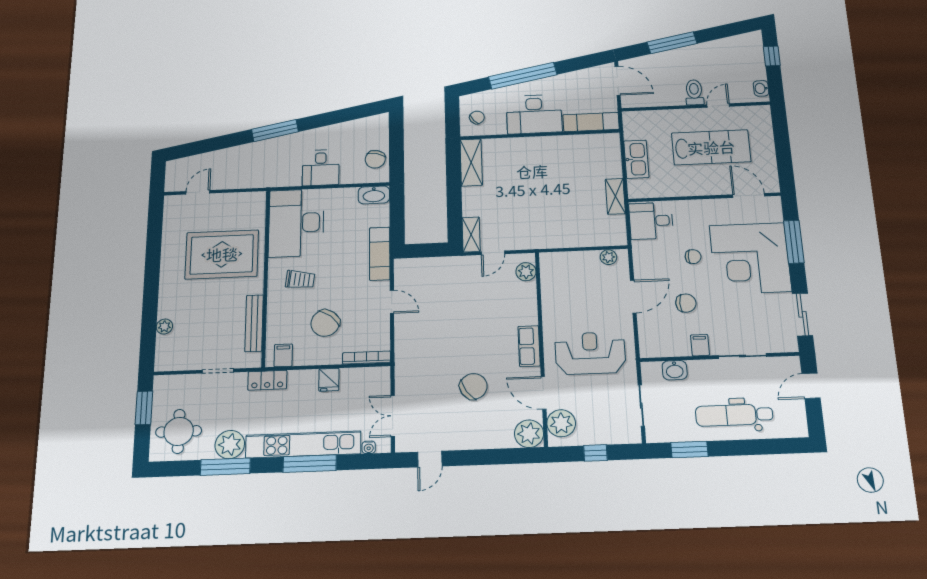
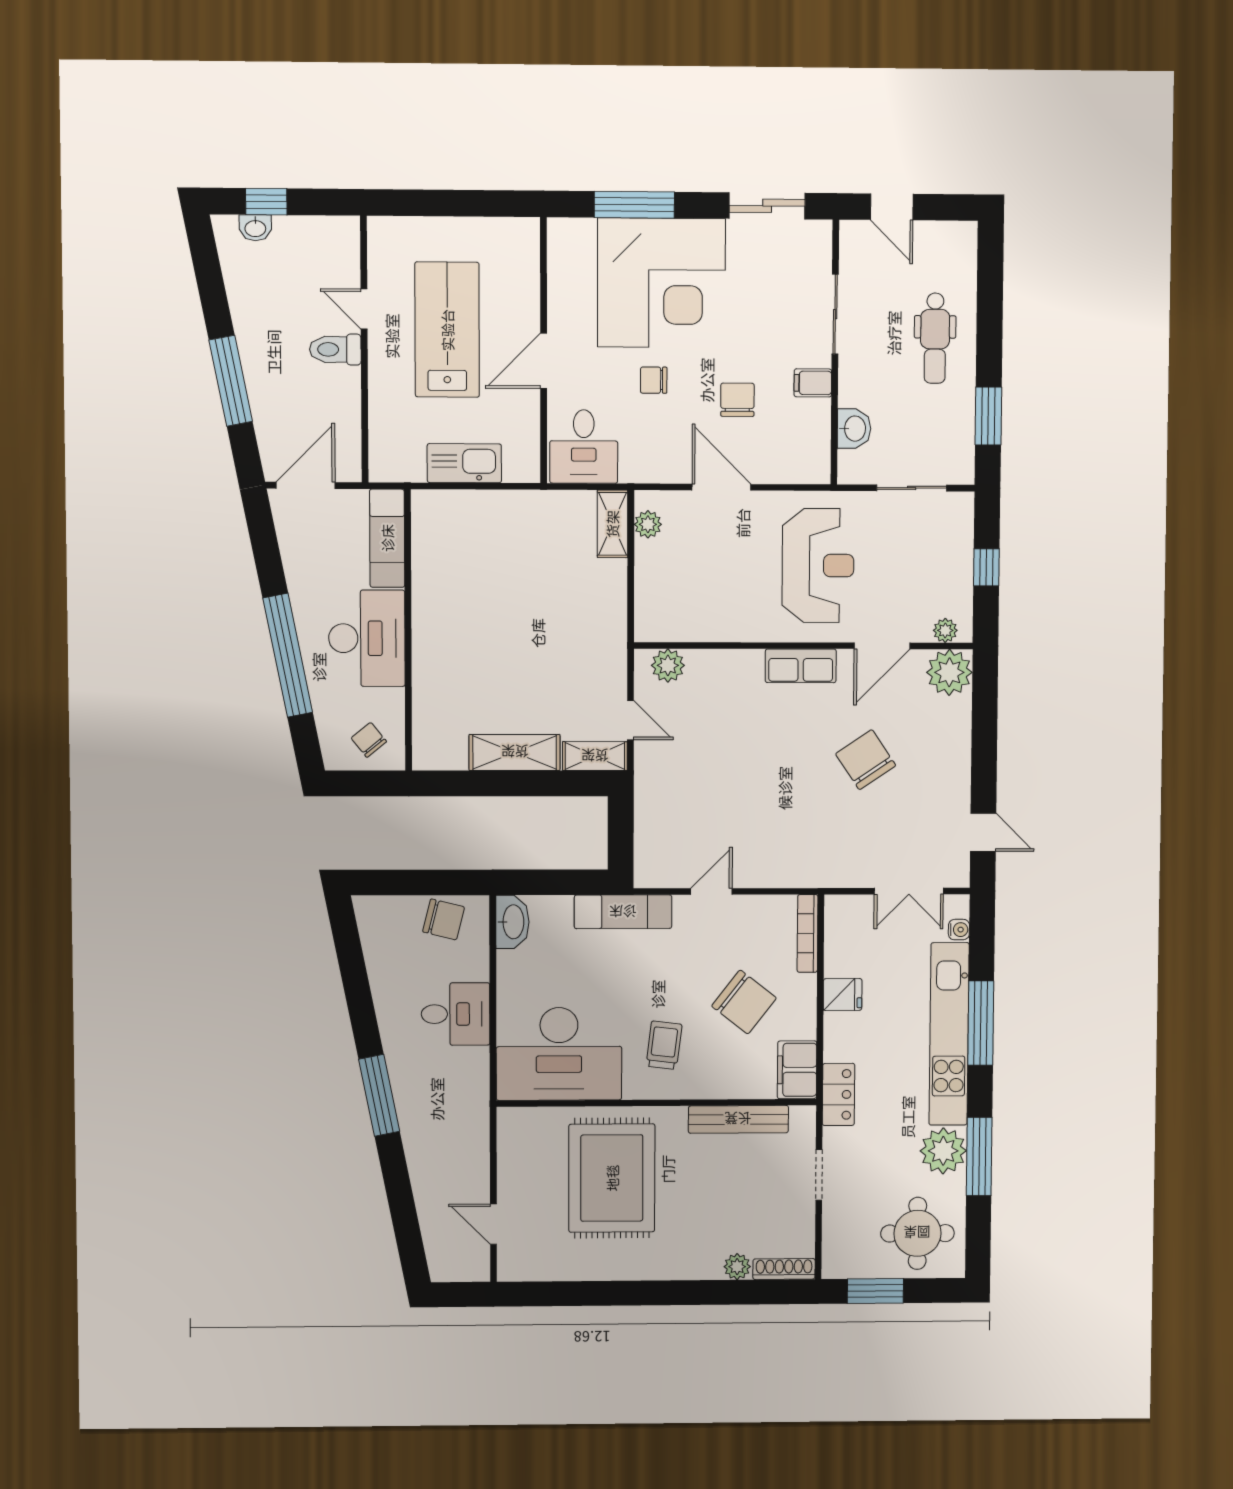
washbasin: (761, 88) -> (255, 228), moved
shelving: (471, 162) -> (515, 752), moved
door: (749, 195) -> (544, 361), moved
shelving: (615, 196) -> (612, 524), moved, turned 90
chair: (693, 257) -> (654, 380), turned -90
shoe rack: (161, 353) -> (784, 1269), added
reception desk: (590, 353) -> (818, 565), turned 180
filing cabinet: (283, 355) -> (797, 1070), width x2.00
dental chair: (734, 415) -> (935, 338), width x0.73, depth x0.72
plant: (561, 423) -> (945, 630), width x0.53, depth x0.53

